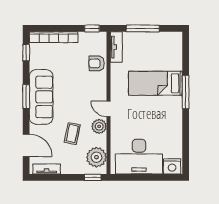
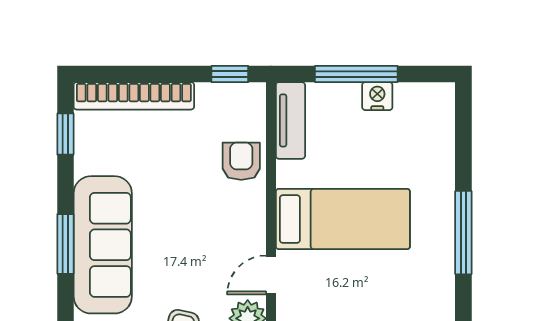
nightstand: (151, 37) -> (377, 96), added
armchair: (97, 63) -> (241, 161), turned 90
bed: (155, 83) -> (343, 219), moved, turned 180
door: (108, 109) -> (271, 275), hinge flipped

